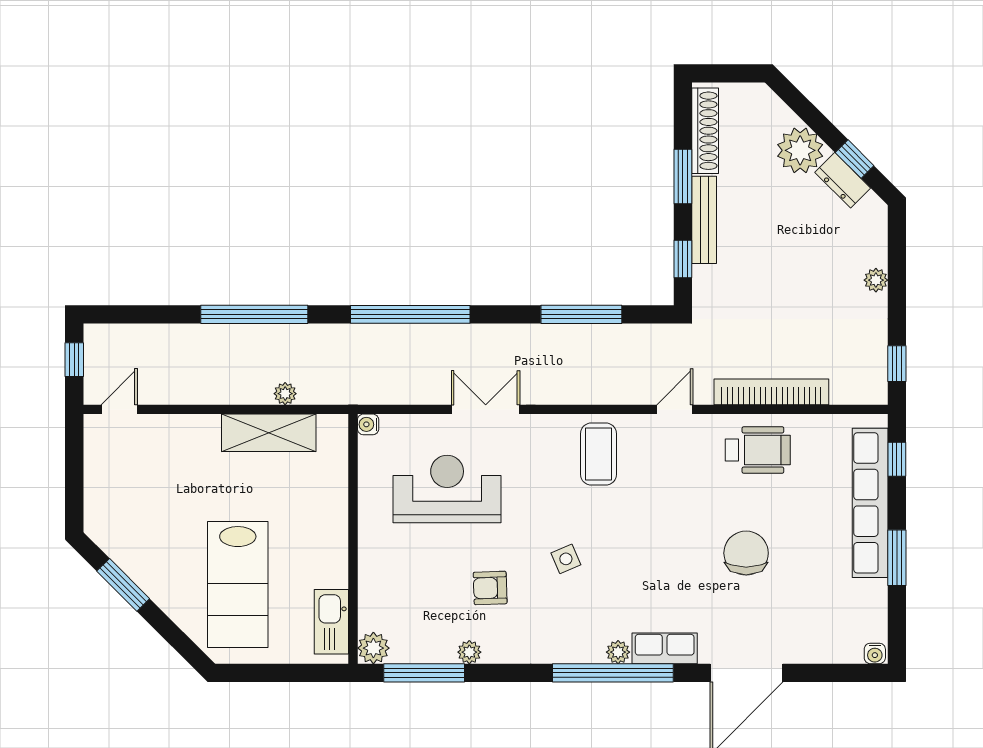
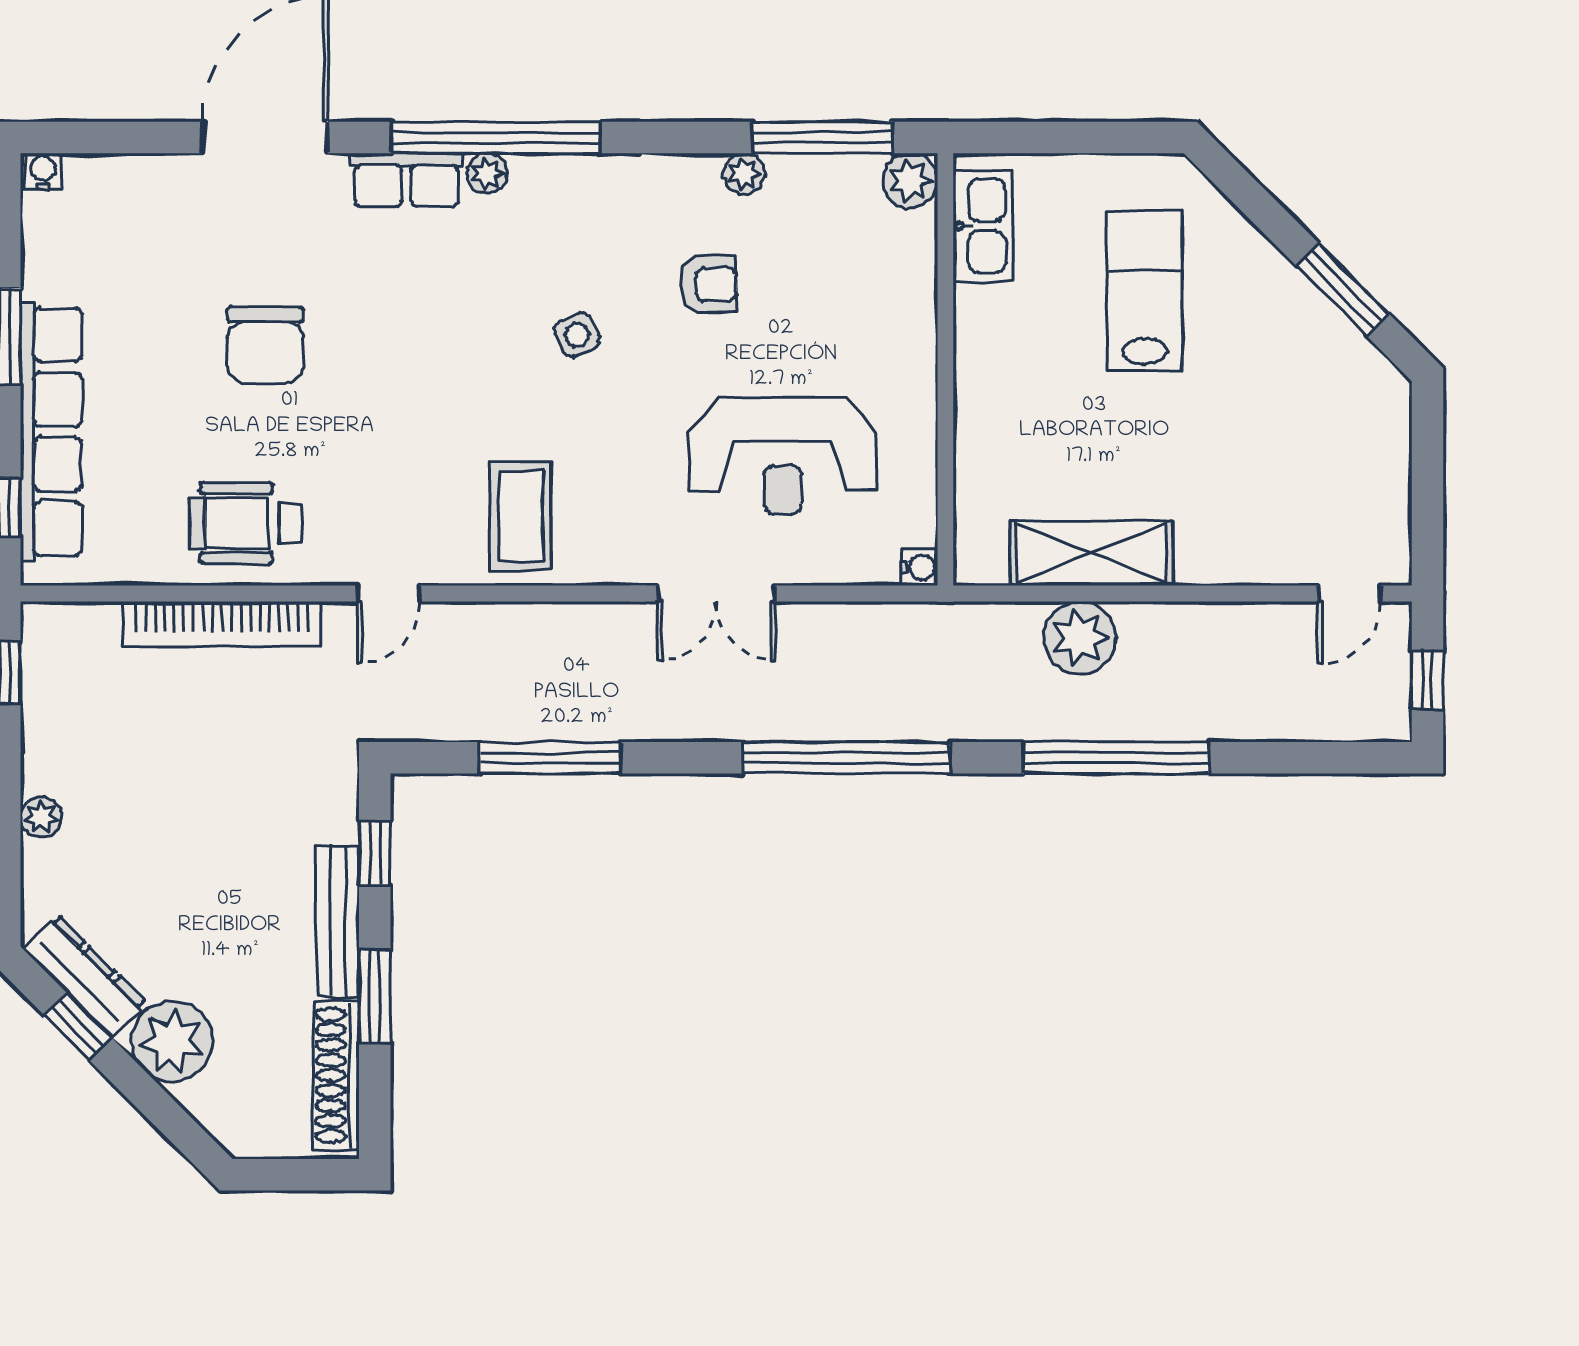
dresser: (843, 180) -> (85, 976), width x1.44
plant: (285, 394) -> (1080, 638), width x1.87, depth x1.87
lab bench: (238, 585) -> (1145, 290), width x0.73, depth x0.72

